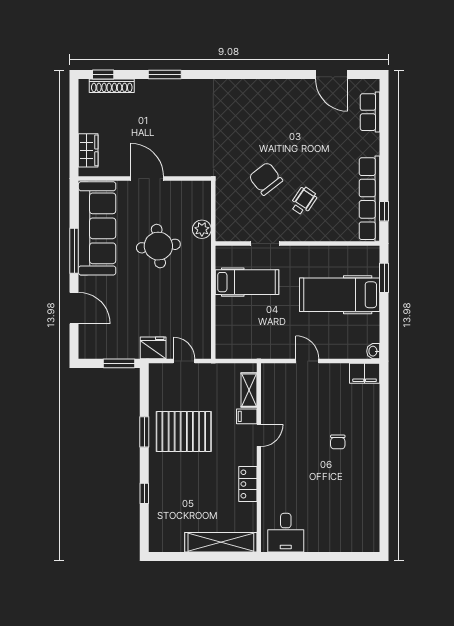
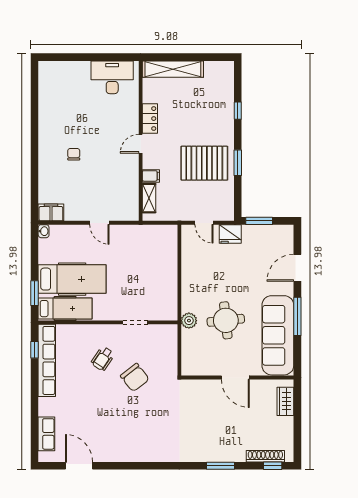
plant: (202, 229) -> (189, 321), moved
hospital bed: (247, 282) -> (65, 309), moved, turned 180
door: (74, 308) -> (297, 268), hinge flipped
door: (259, 435) -> (141, 144), moved
desk: (286, 533) -> (112, 77), width x1.37

